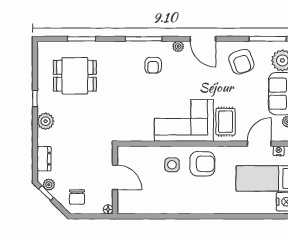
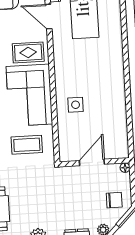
coffee table: (136, 115) -> (27, 145), added
armchair: (202, 164) -> (73, 74), removed

